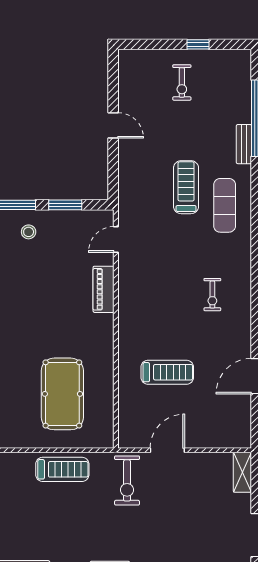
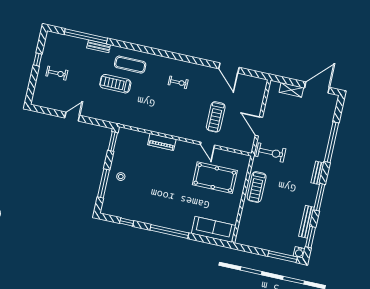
window: (65, 205) -> (113, 141), moved
door: (116, 239) -> (208, 145), moved
treadmill: (167, 372) -> (216, 117), turned 180
treadmill: (62, 469) -> (257, 187), turned 180
shelving: (242, 472) -> (291, 90), moved

